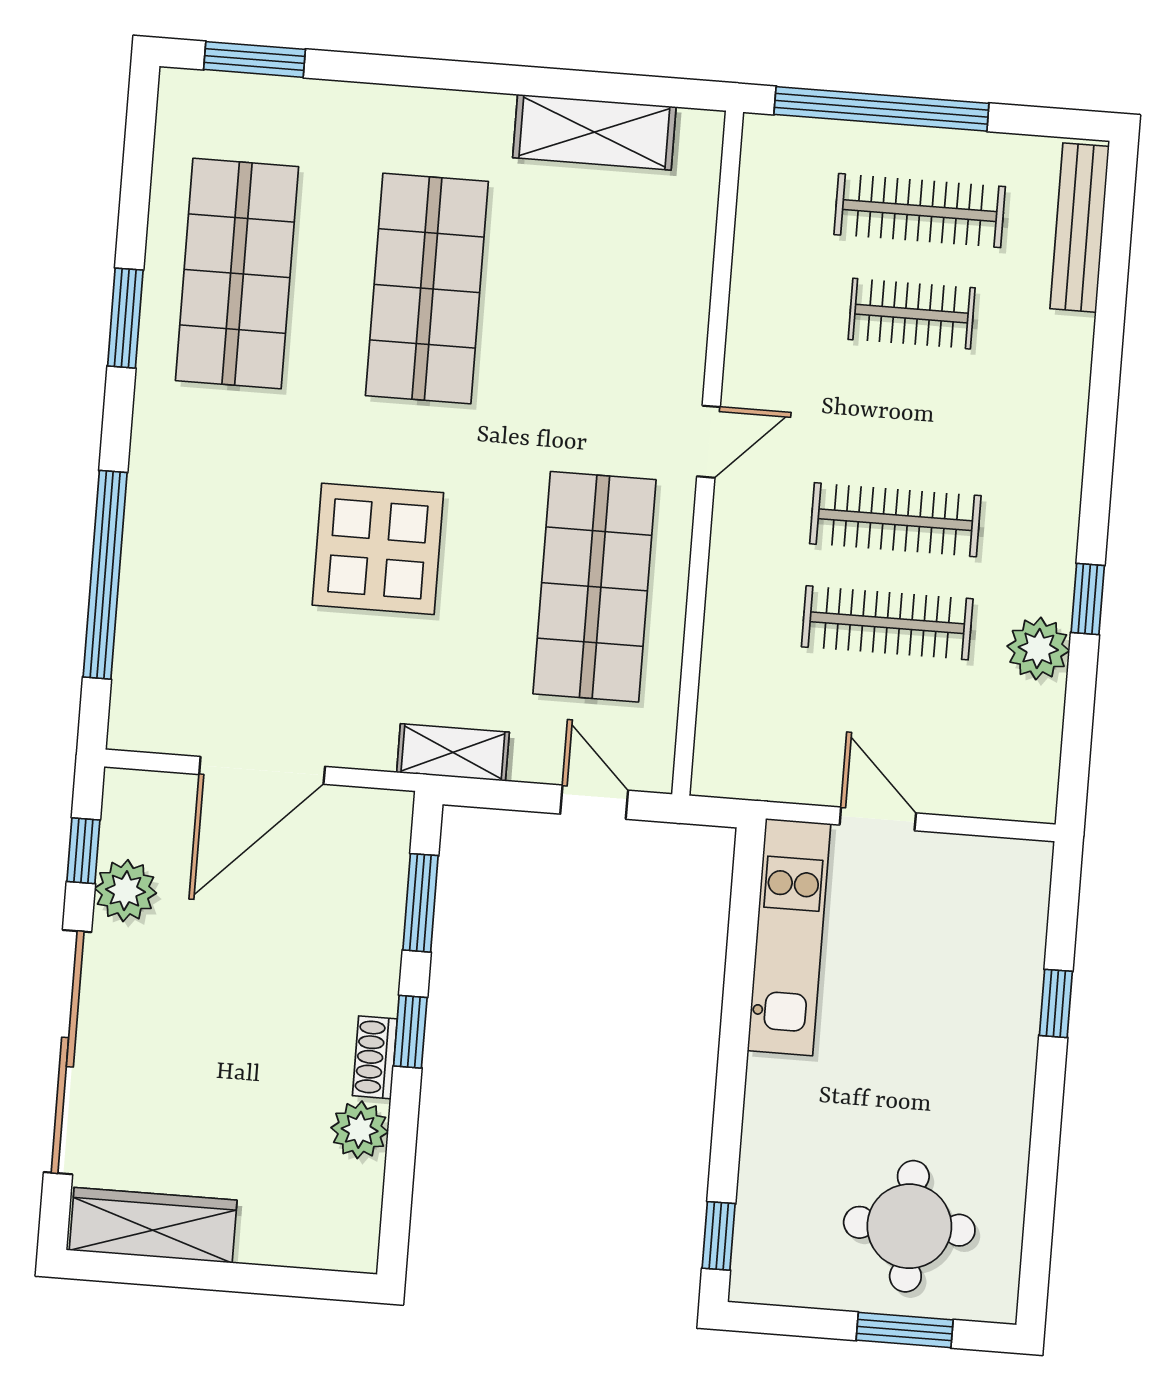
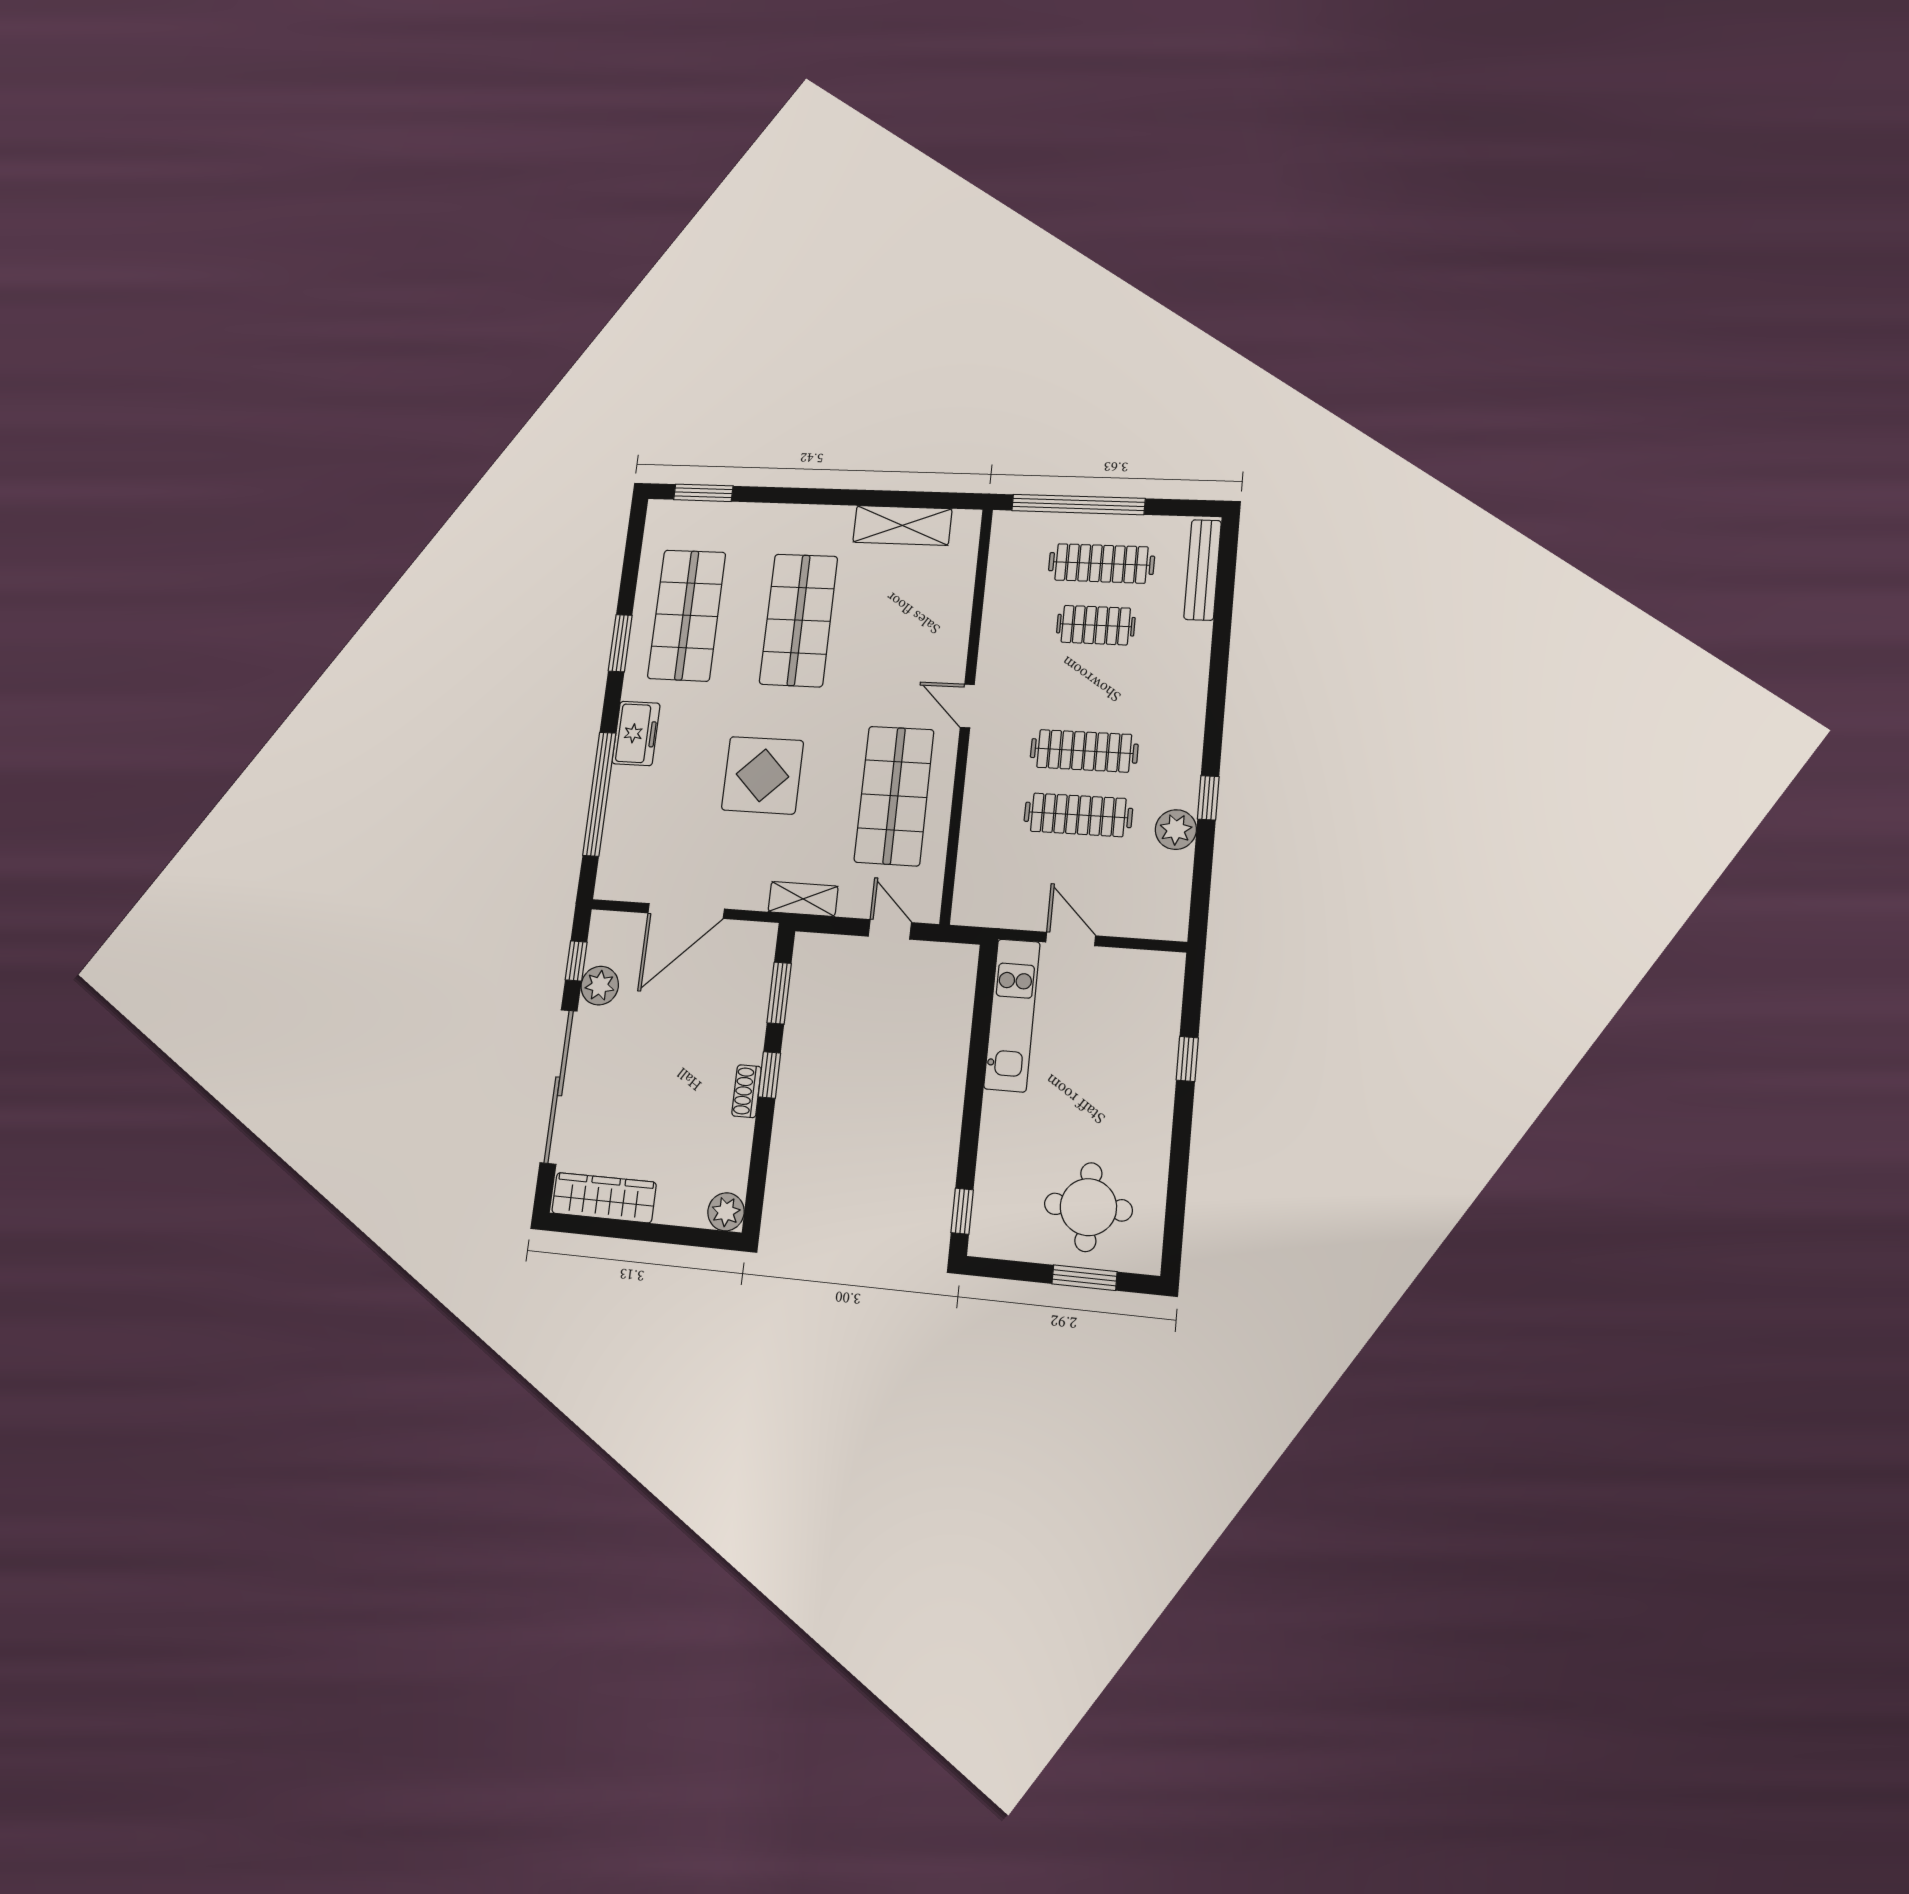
door: (708, 442) -> (967, 706), swing flipped
freezer: (162, 474) -> (636, 733), added
plant: (360, 1130) -> (726, 1212), moved

